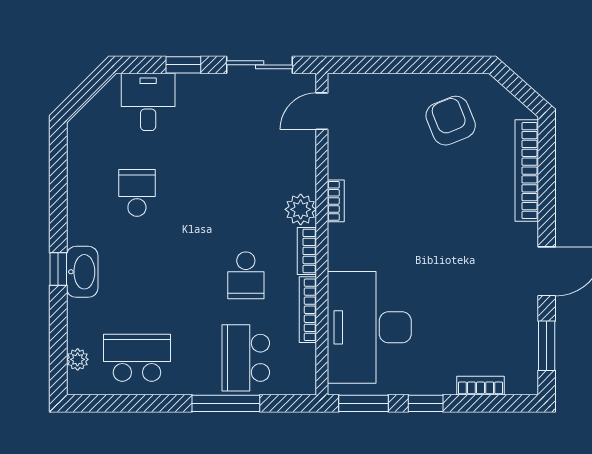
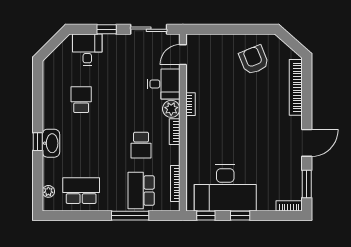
desk: (287, 164) -> (164, 84), added
bookcase: (308, 310) -> (175, 184), moved
desk: (369, 327) -> (225, 188), moved, turned -90
bookcase: (480, 386) -> (289, 206), moved
window: (363, 403) -> (206, 216), width x0.67

